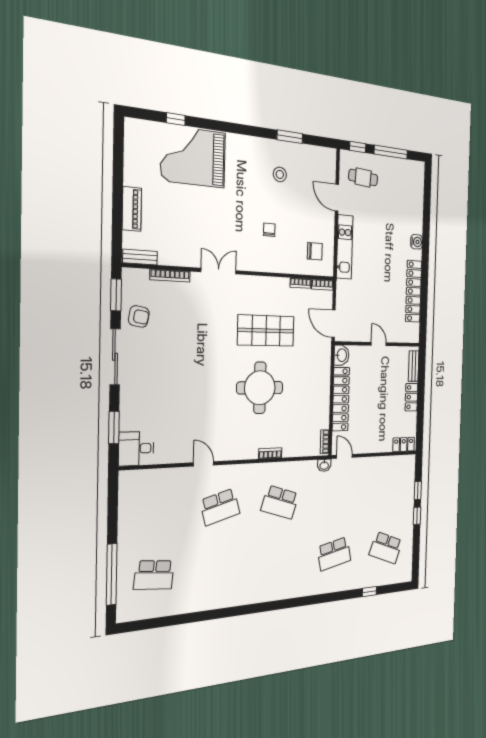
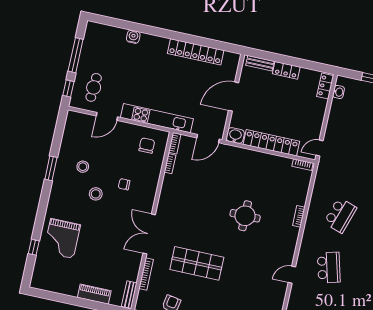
window: (290, 137) -> (51, 168), moved
grand piano: (193, 157) -> (62, 238), width x0.73, depth x0.68
stool: (252, 195) -> (96, 194), added
water cooler: (417, 242) -> (133, 37), moved
kitchen unit: (345, 247) -> (157, 118), width x1.36
double door: (219, 271) -> (149, 234), width x1.37
shop shelf: (266, 331) -> (197, 263), moved, turned 90
door: (379, 344) -> (234, 97), width x1.88
round table: (260, 388) -> (245, 216), width x0.73, depth x0.73
washbasin: (324, 465) -> (339, 92), moved

